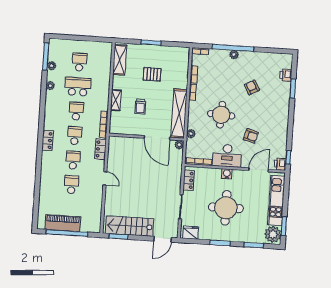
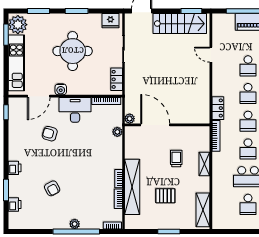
shelving: (179, 114) -> (132, 187), moved
round table: (221, 115) -> (85, 155), removed
printer: (280, 164) -> (15, 168), moved
water cooler: (227, 174) -> (61, 89), moved
door: (105, 178) -> (211, 55), moved

